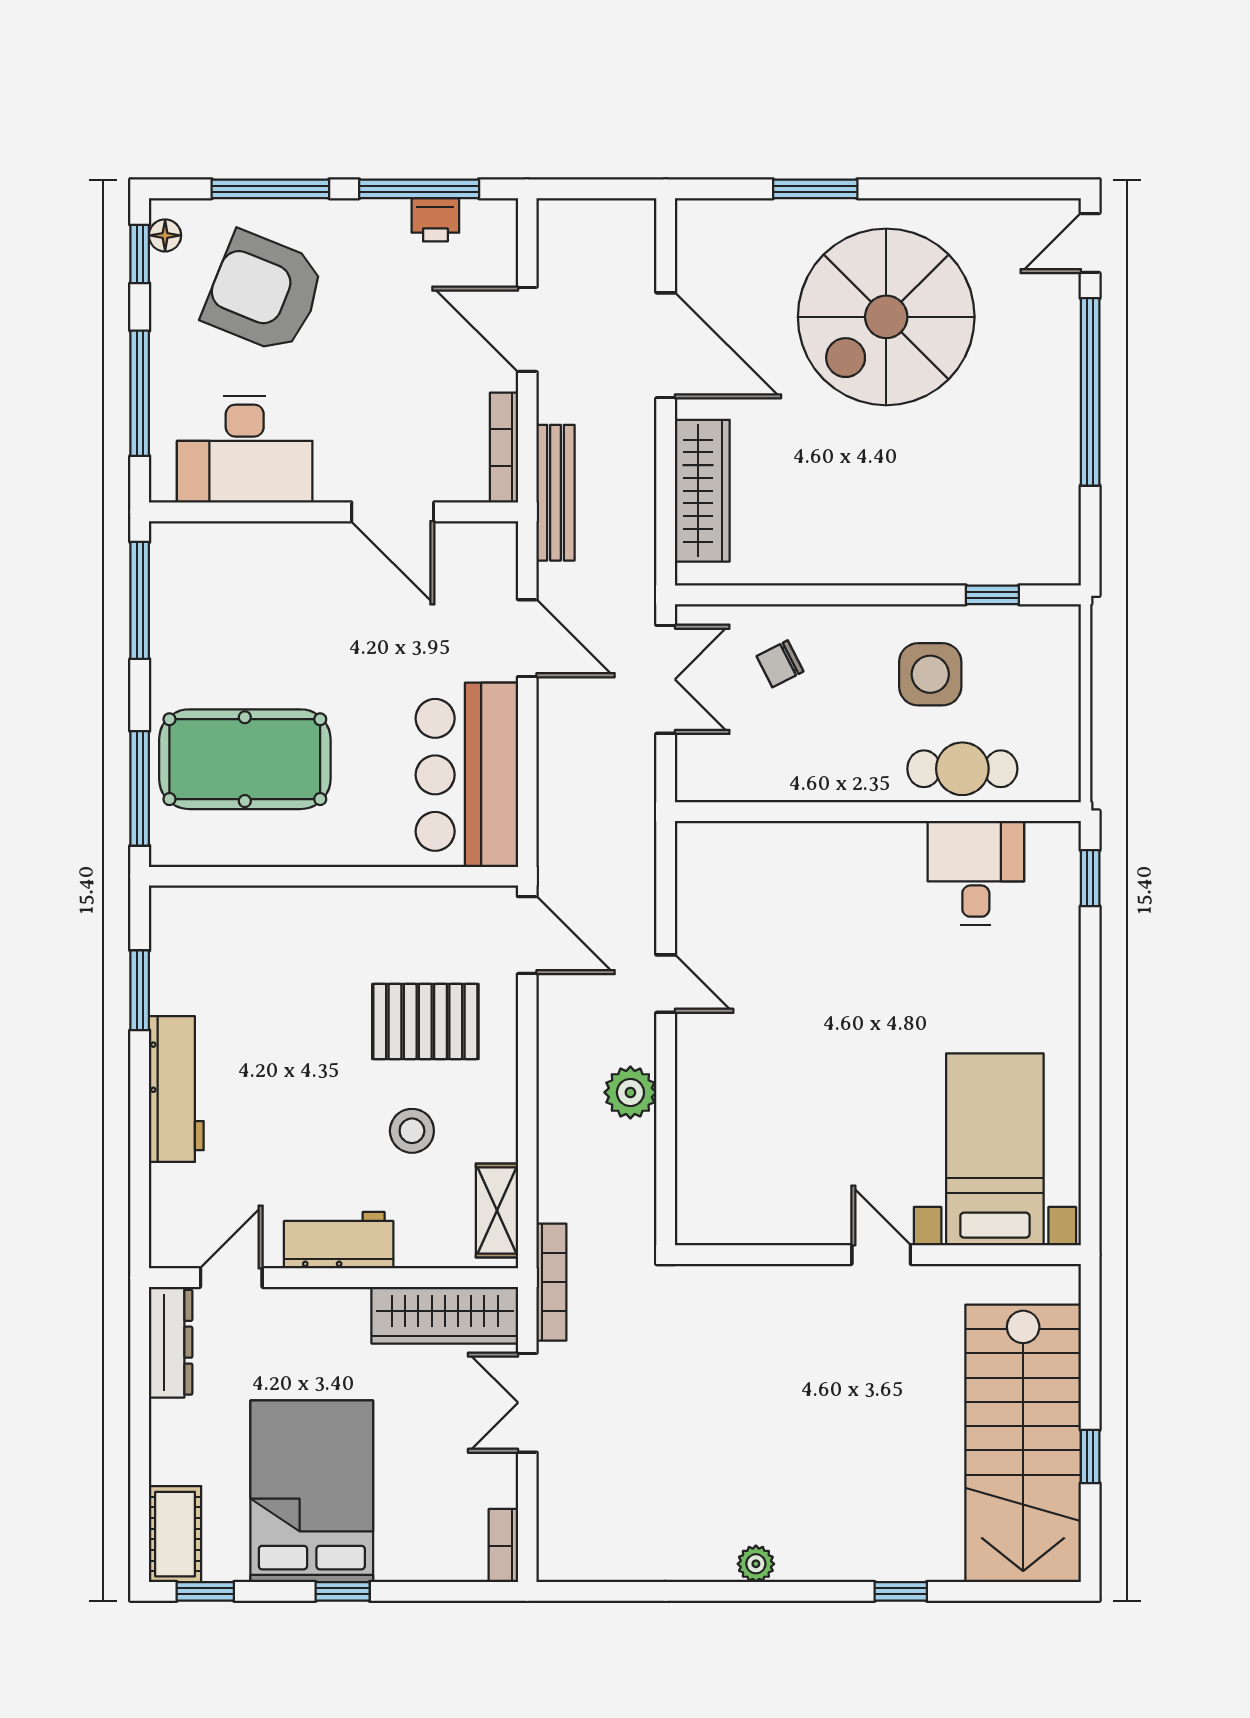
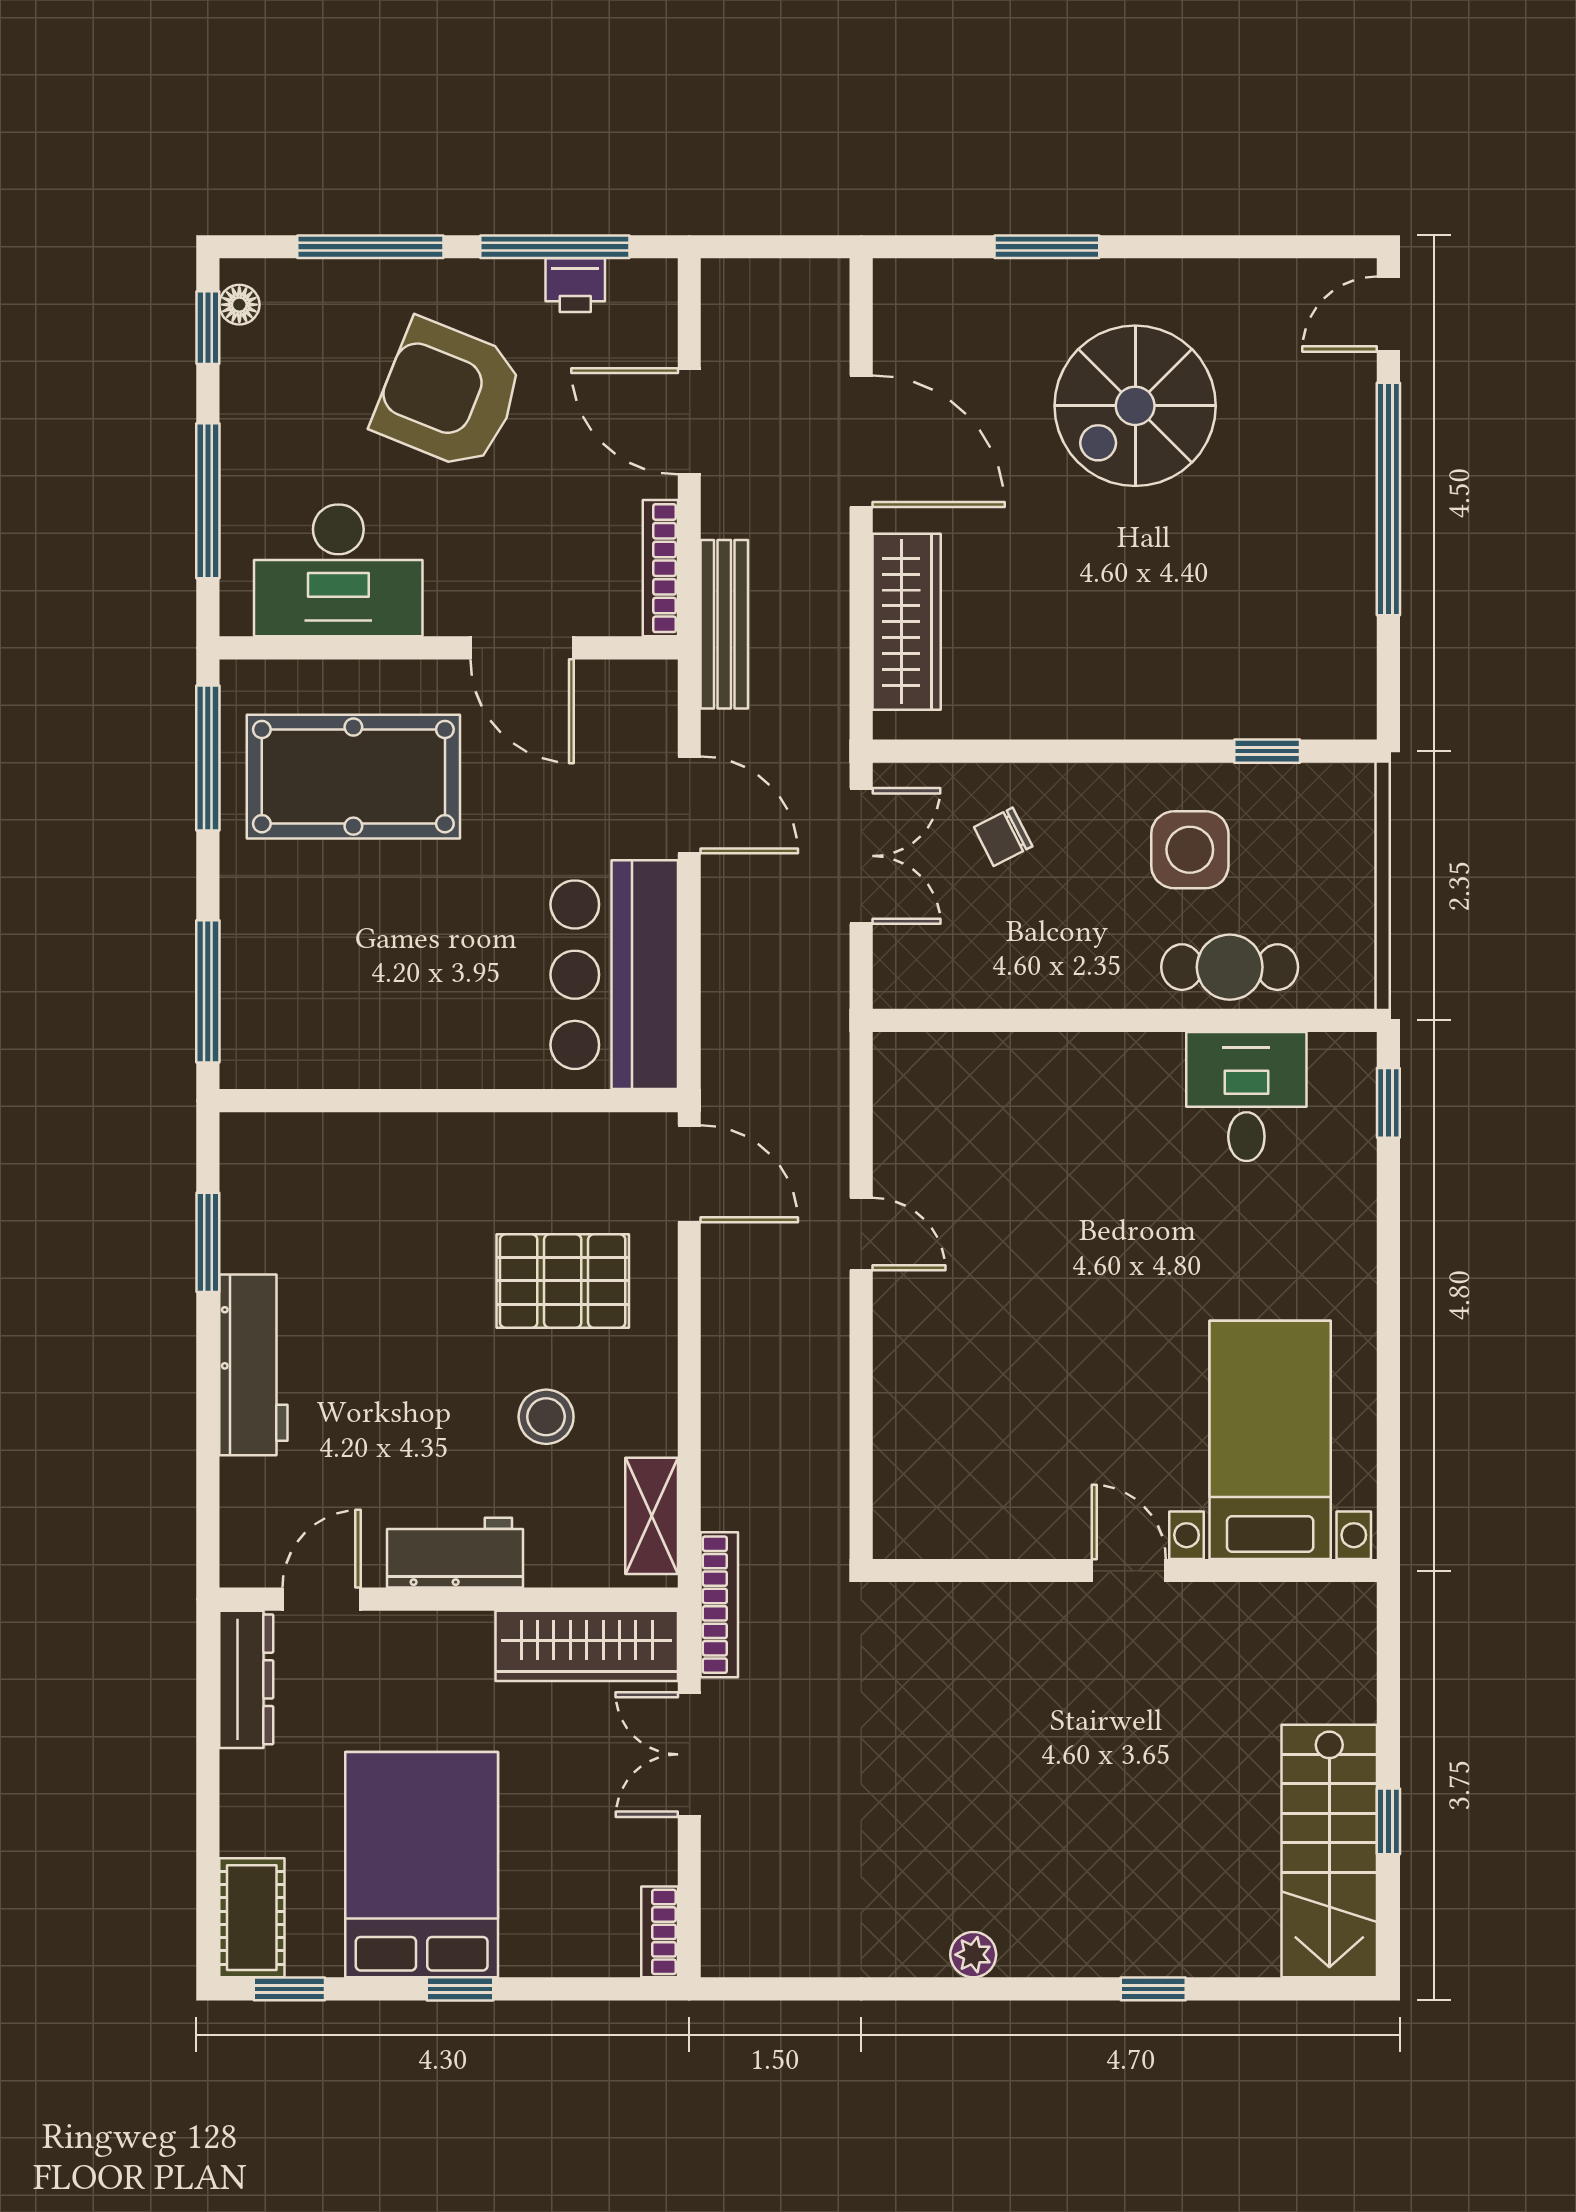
armchair: (264, 292) -> (449, 395), moved
spiral stairs: (886, 317) -> (1135, 406), width x0.73, depth x0.73
pool table: (245, 759) -> (353, 777), moved
plant: (630, 1092) -> (817, 1369), removed
stairs: (1023, 1443) -> (1329, 1851), width x0.73, depth x0.66

